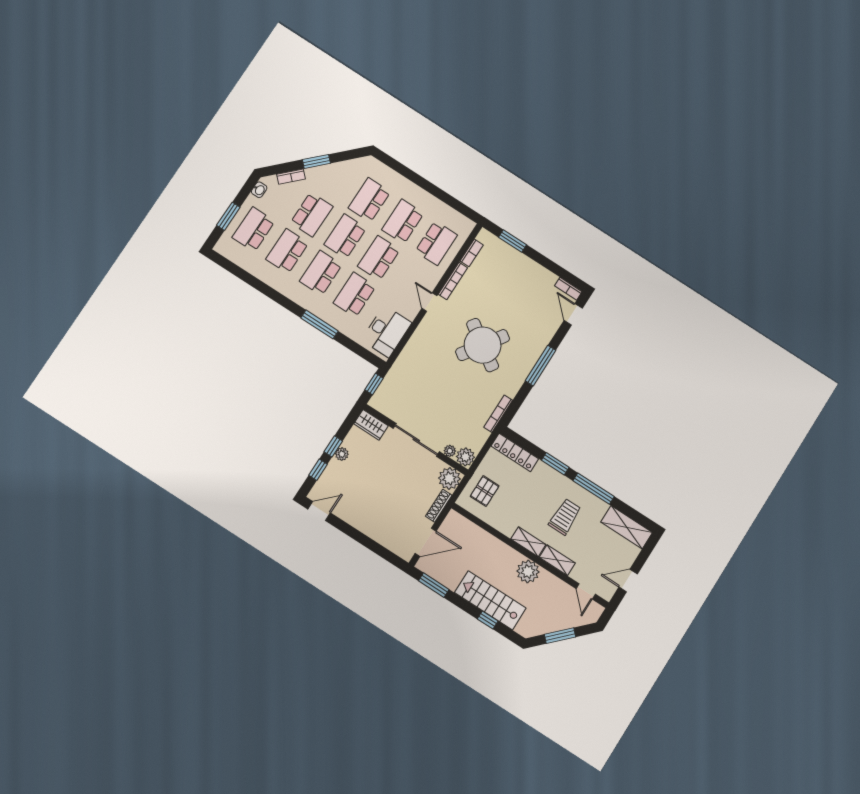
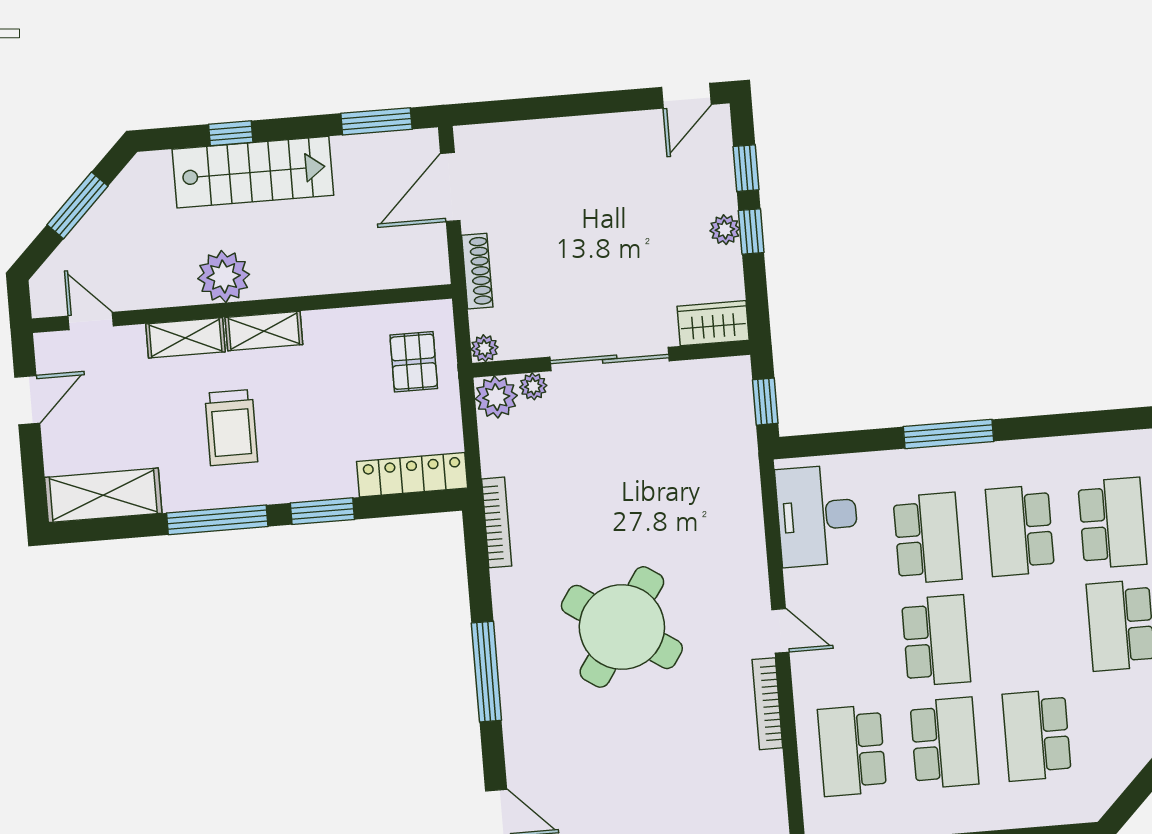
school desk: (369, 200) -> (1037, 735), turned 180
school desk: (345, 236) -> (1028, 633), removed
bookcase: (472, 253) -> (773, 783), removed
school desk: (321, 273) -> (1020, 531), turned 180
plant: (449, 478) -> (485, 348), width x0.53, depth x0.53

